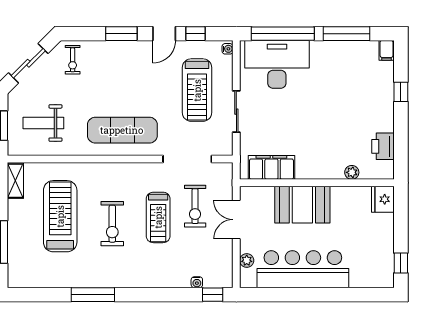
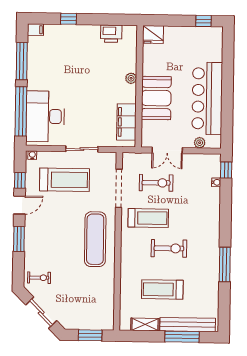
door: (164, 34) -> (19, 205), hinge flipped
weight bench: (43, 123) -> (89, 302), removed
plant: (352, 172) -> (131, 78), moved
shelving: (15, 181) -> (145, 324), moved
treadmill: (60, 216) -> (162, 289), width x0.73, depth x0.73
treadmill: (158, 217) -> (148, 218), moved
bench: (16, 249) -> (188, 325), added

